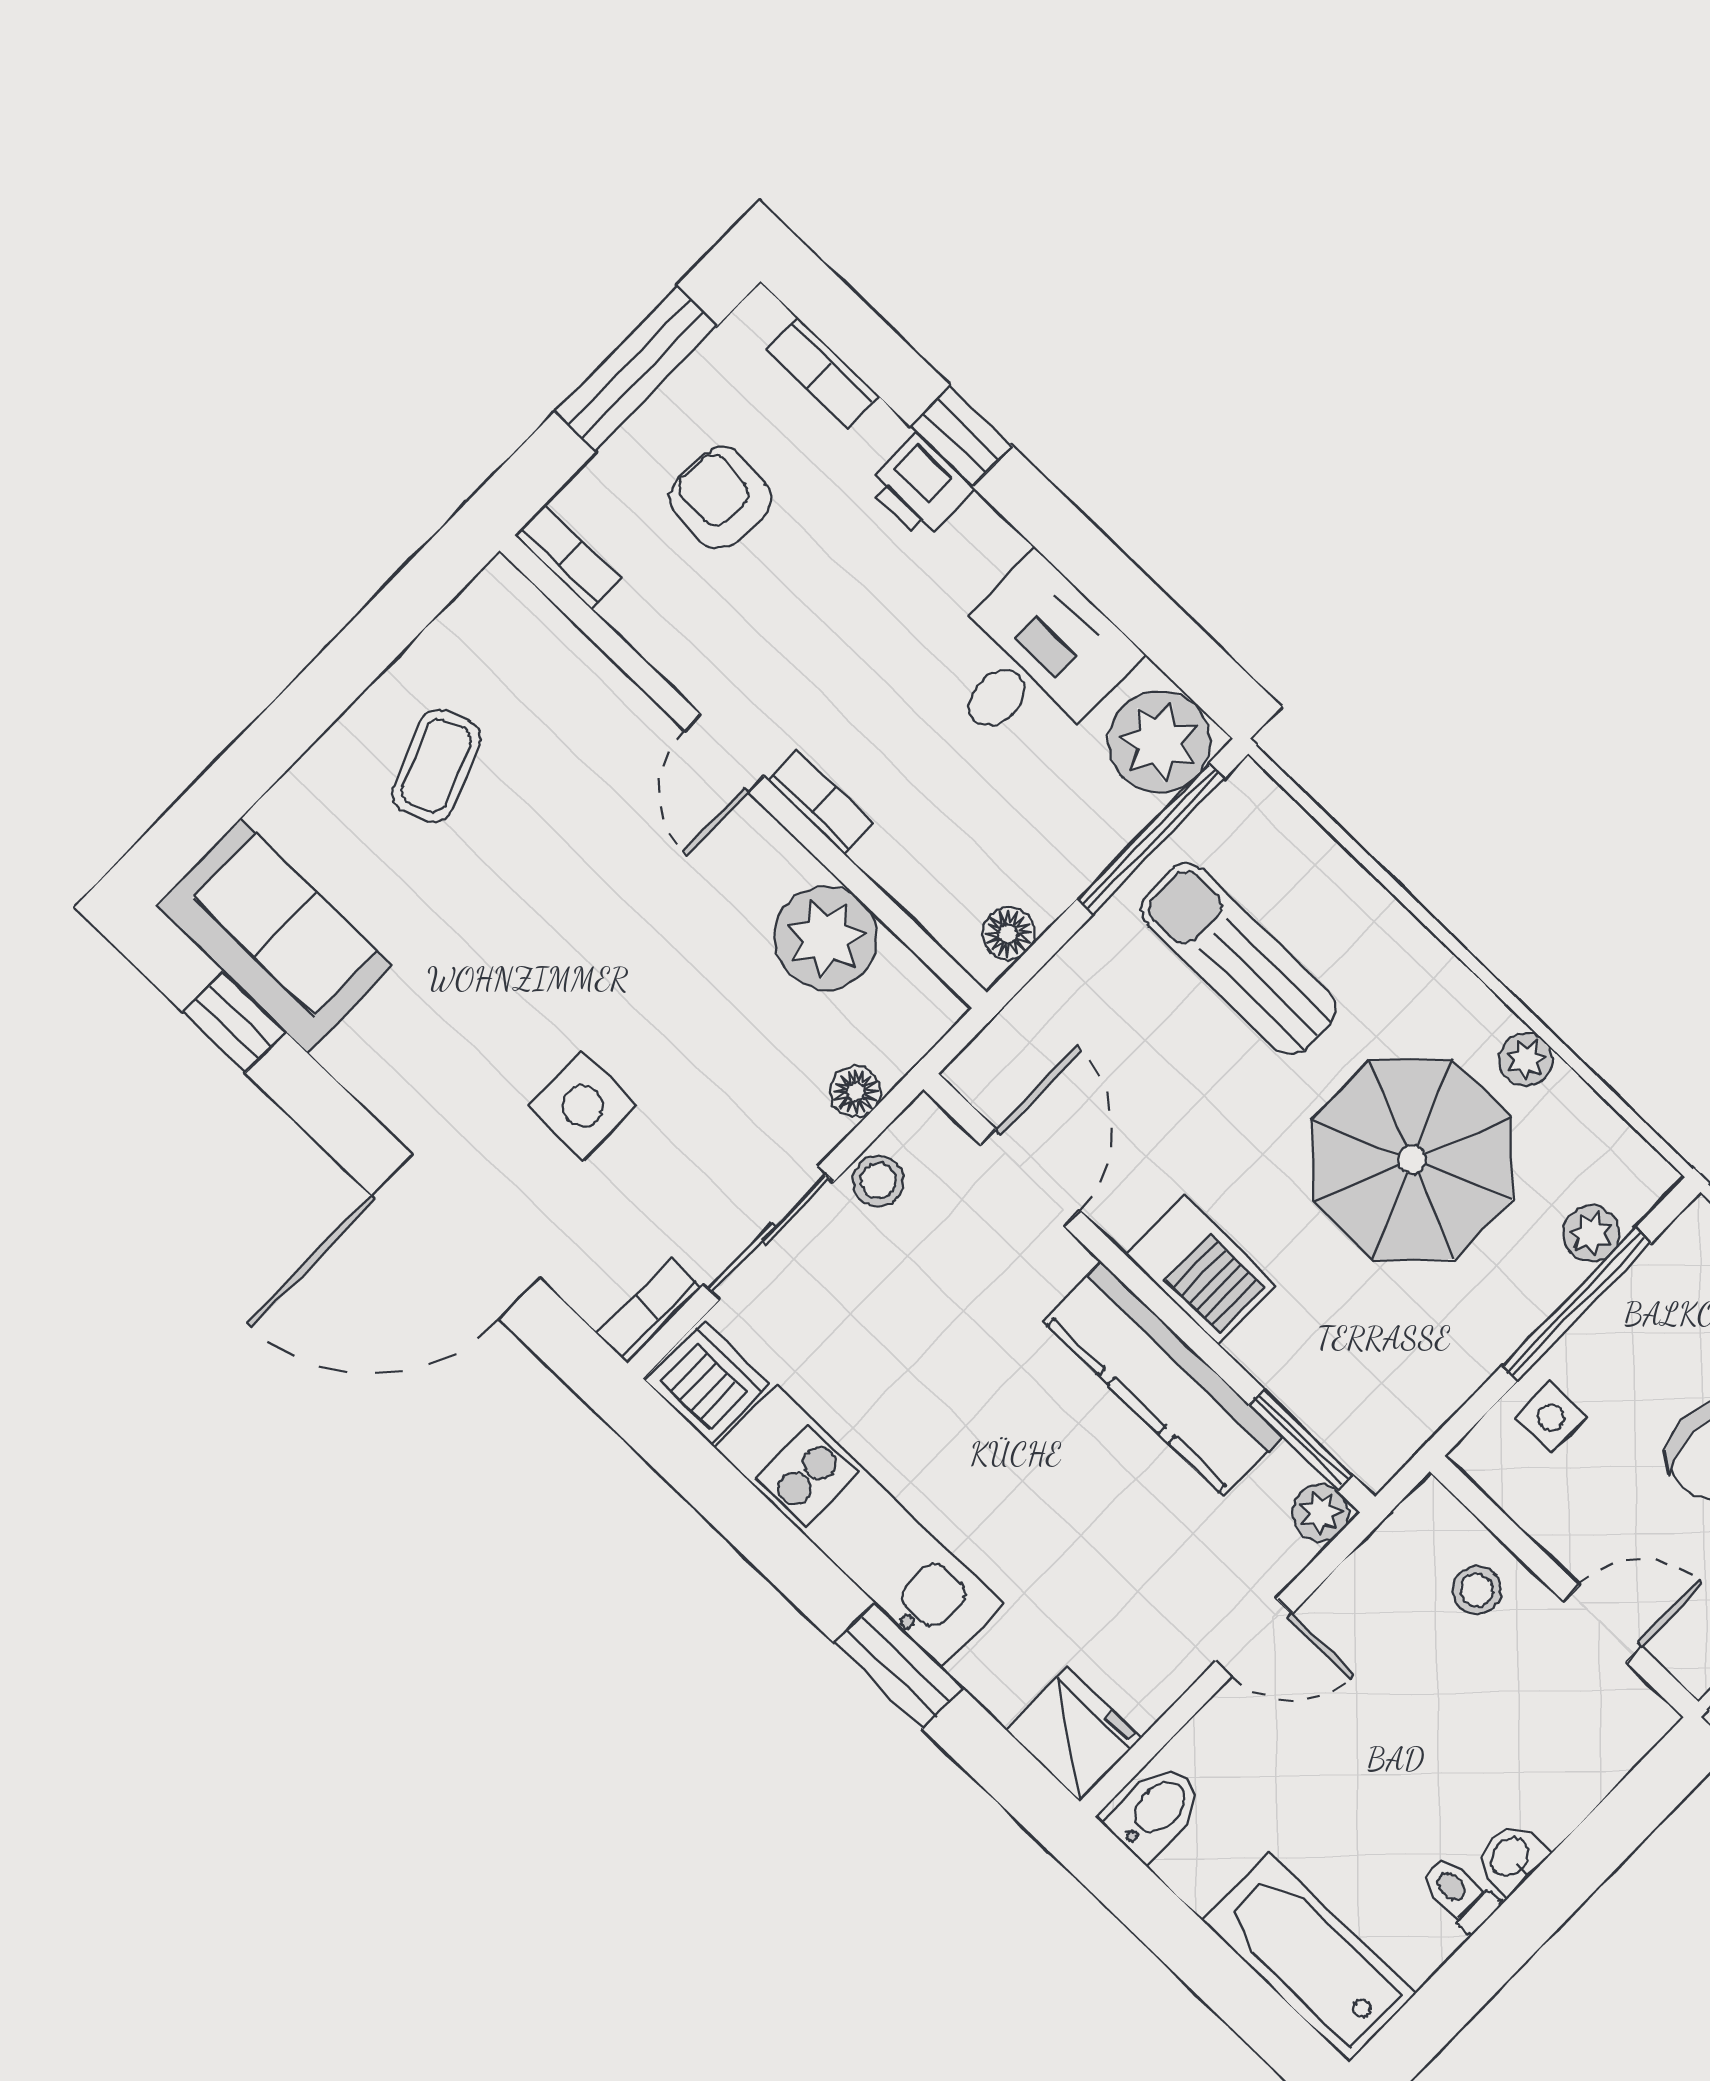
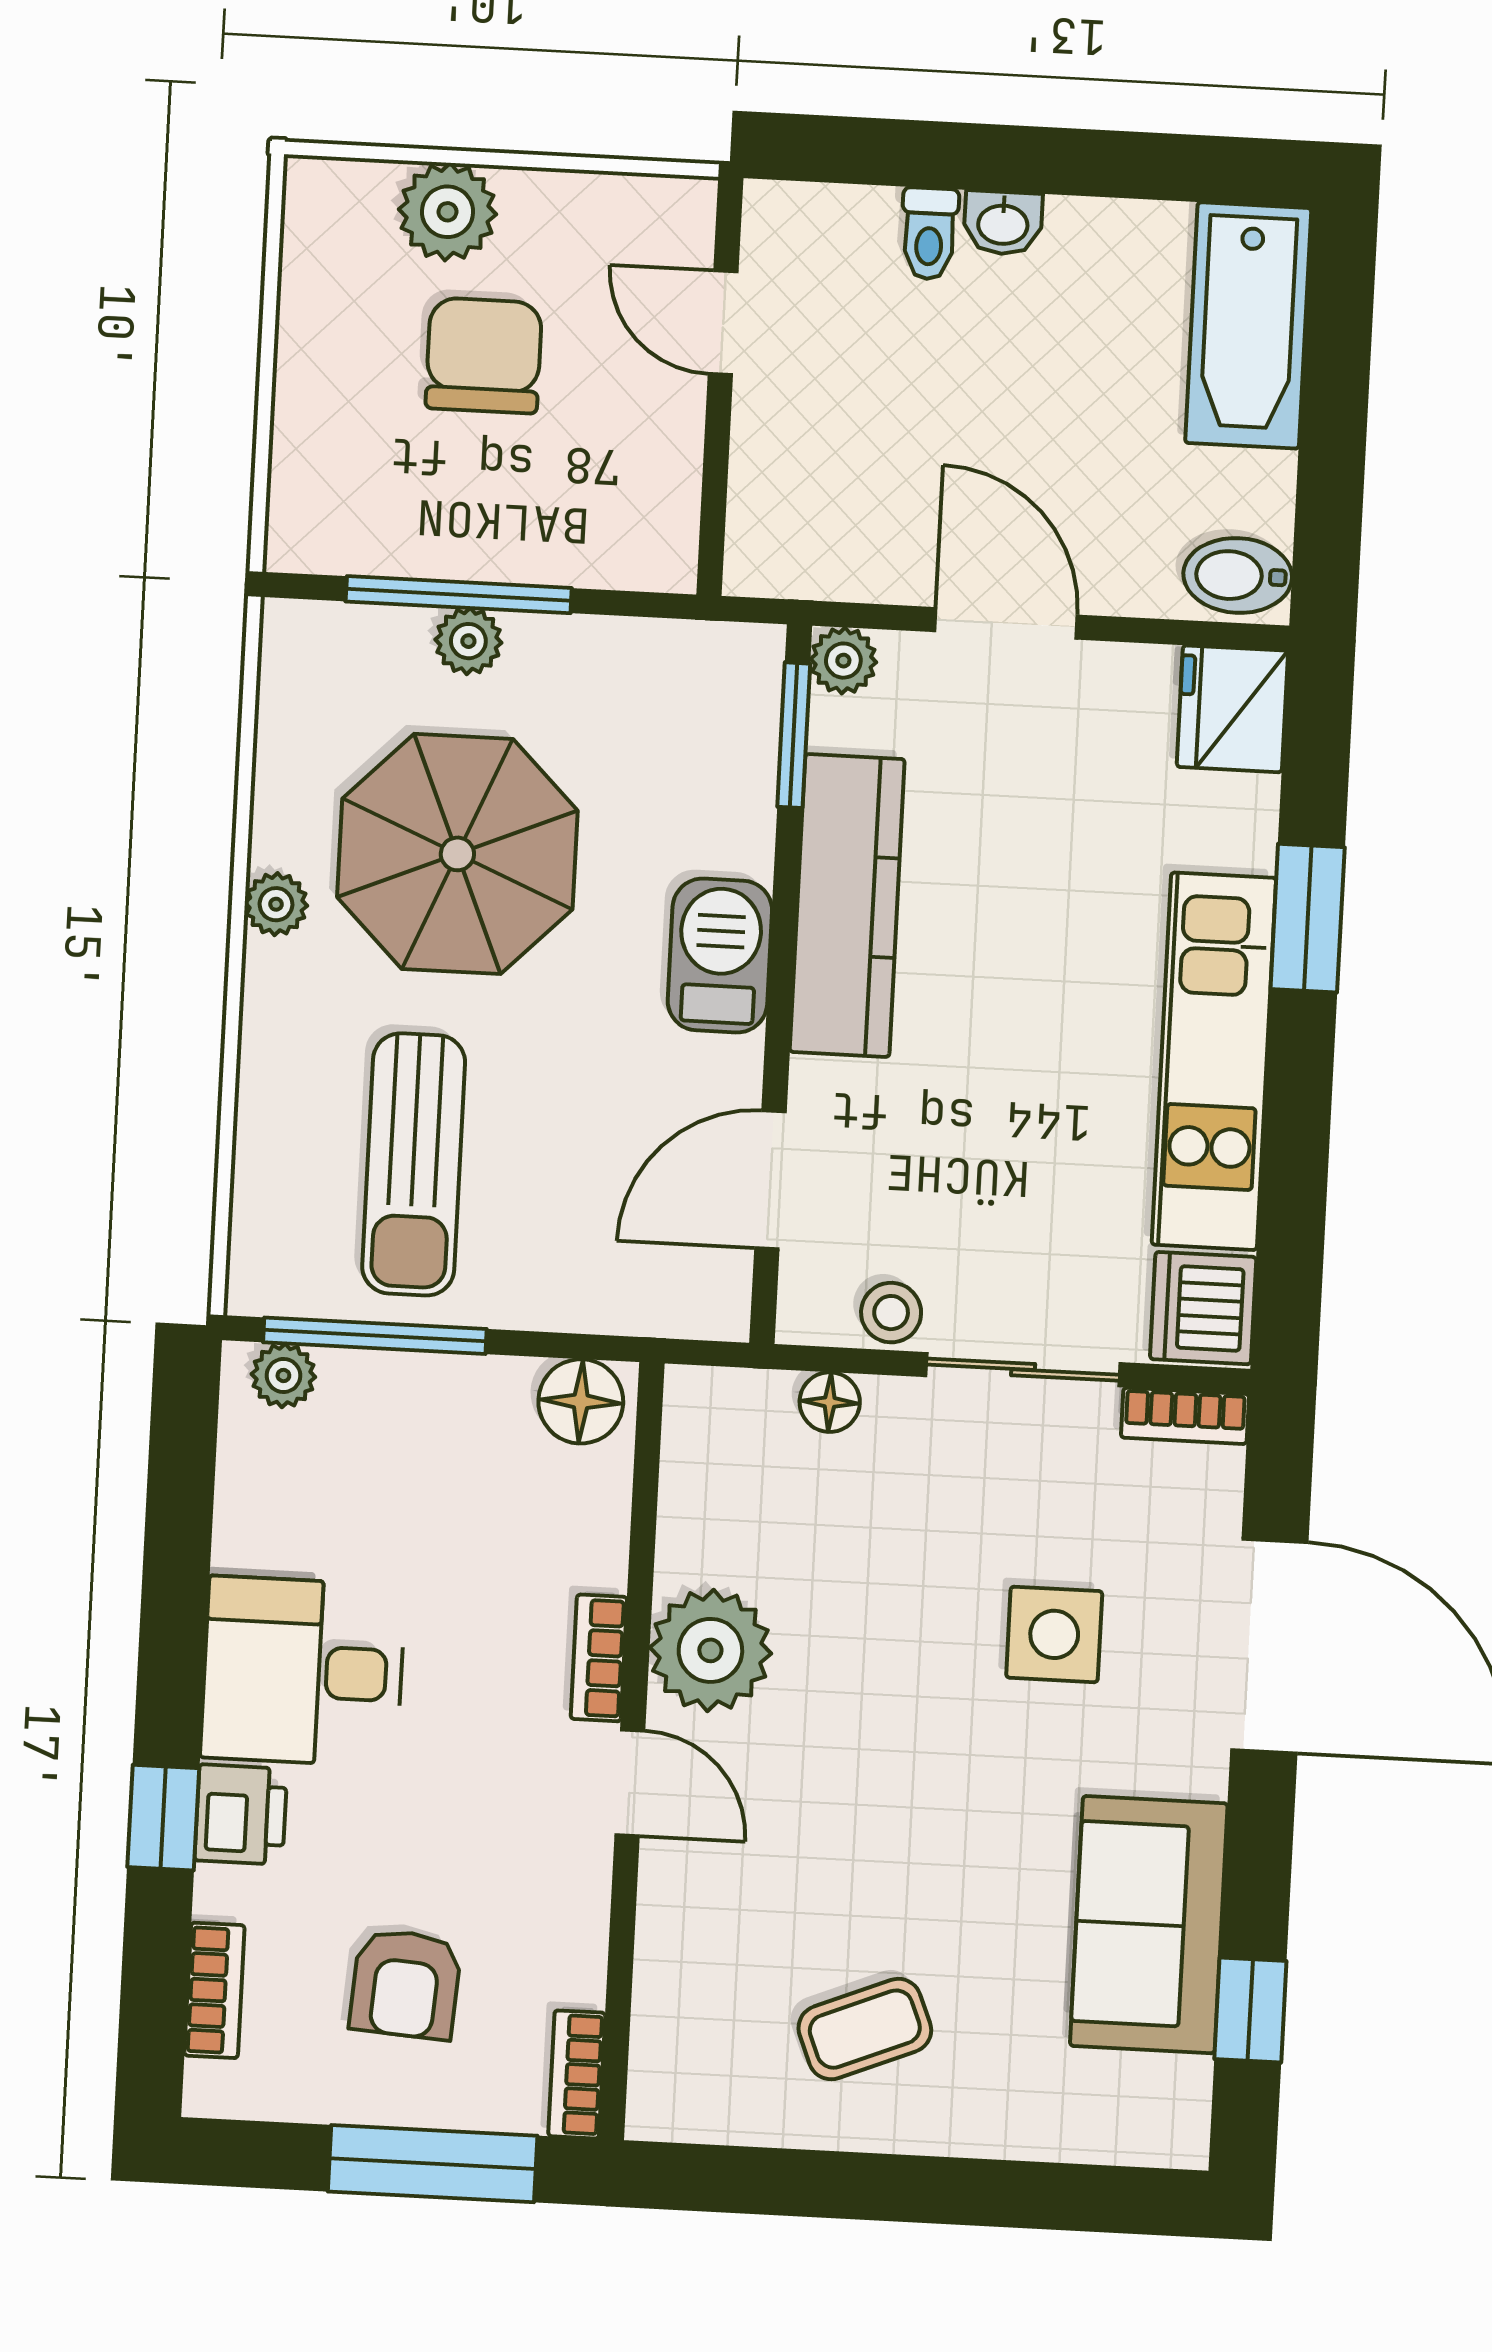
window: (636, 369) -> (433, 2164), moved
desk: (1033, 660) -> (303, 1671), moved
plant: (1159, 742) -> (283, 1376), width x0.53, depth x0.53
door: (724, 753) -> (630, 1783), hinge flipped
floor lamp: (1008, 933) -> (581, 1401), width x1.37, depth x1.37
sofa: (274, 936) -> (1149, 1925), moved
plant: (826, 938) -> (710, 1650), moved
plant: (1526, 1060) -> (276, 904), moved
plant: (1591, 1233) -> (468, 641), moved
side table: (1551, 1417) -> (579, 530), removed
stool: (1477, 1590) -> (791, 461), removed
door: (1254, 1637) -> (1006, 623), width x1.38
toilet: (1459, 1894) -> (929, 233), moved

